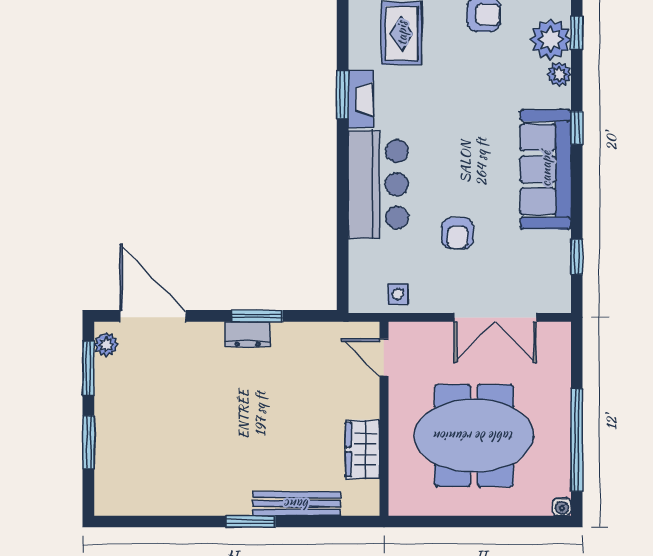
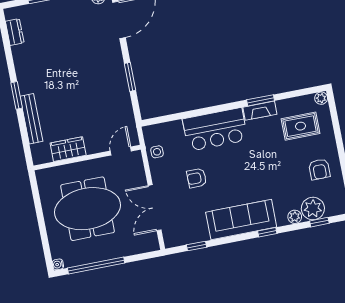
dresser: (247, 334) -> (15, 32), moved, turned 180
meeting table: (474, 436) -> (88, 209), turned 90

